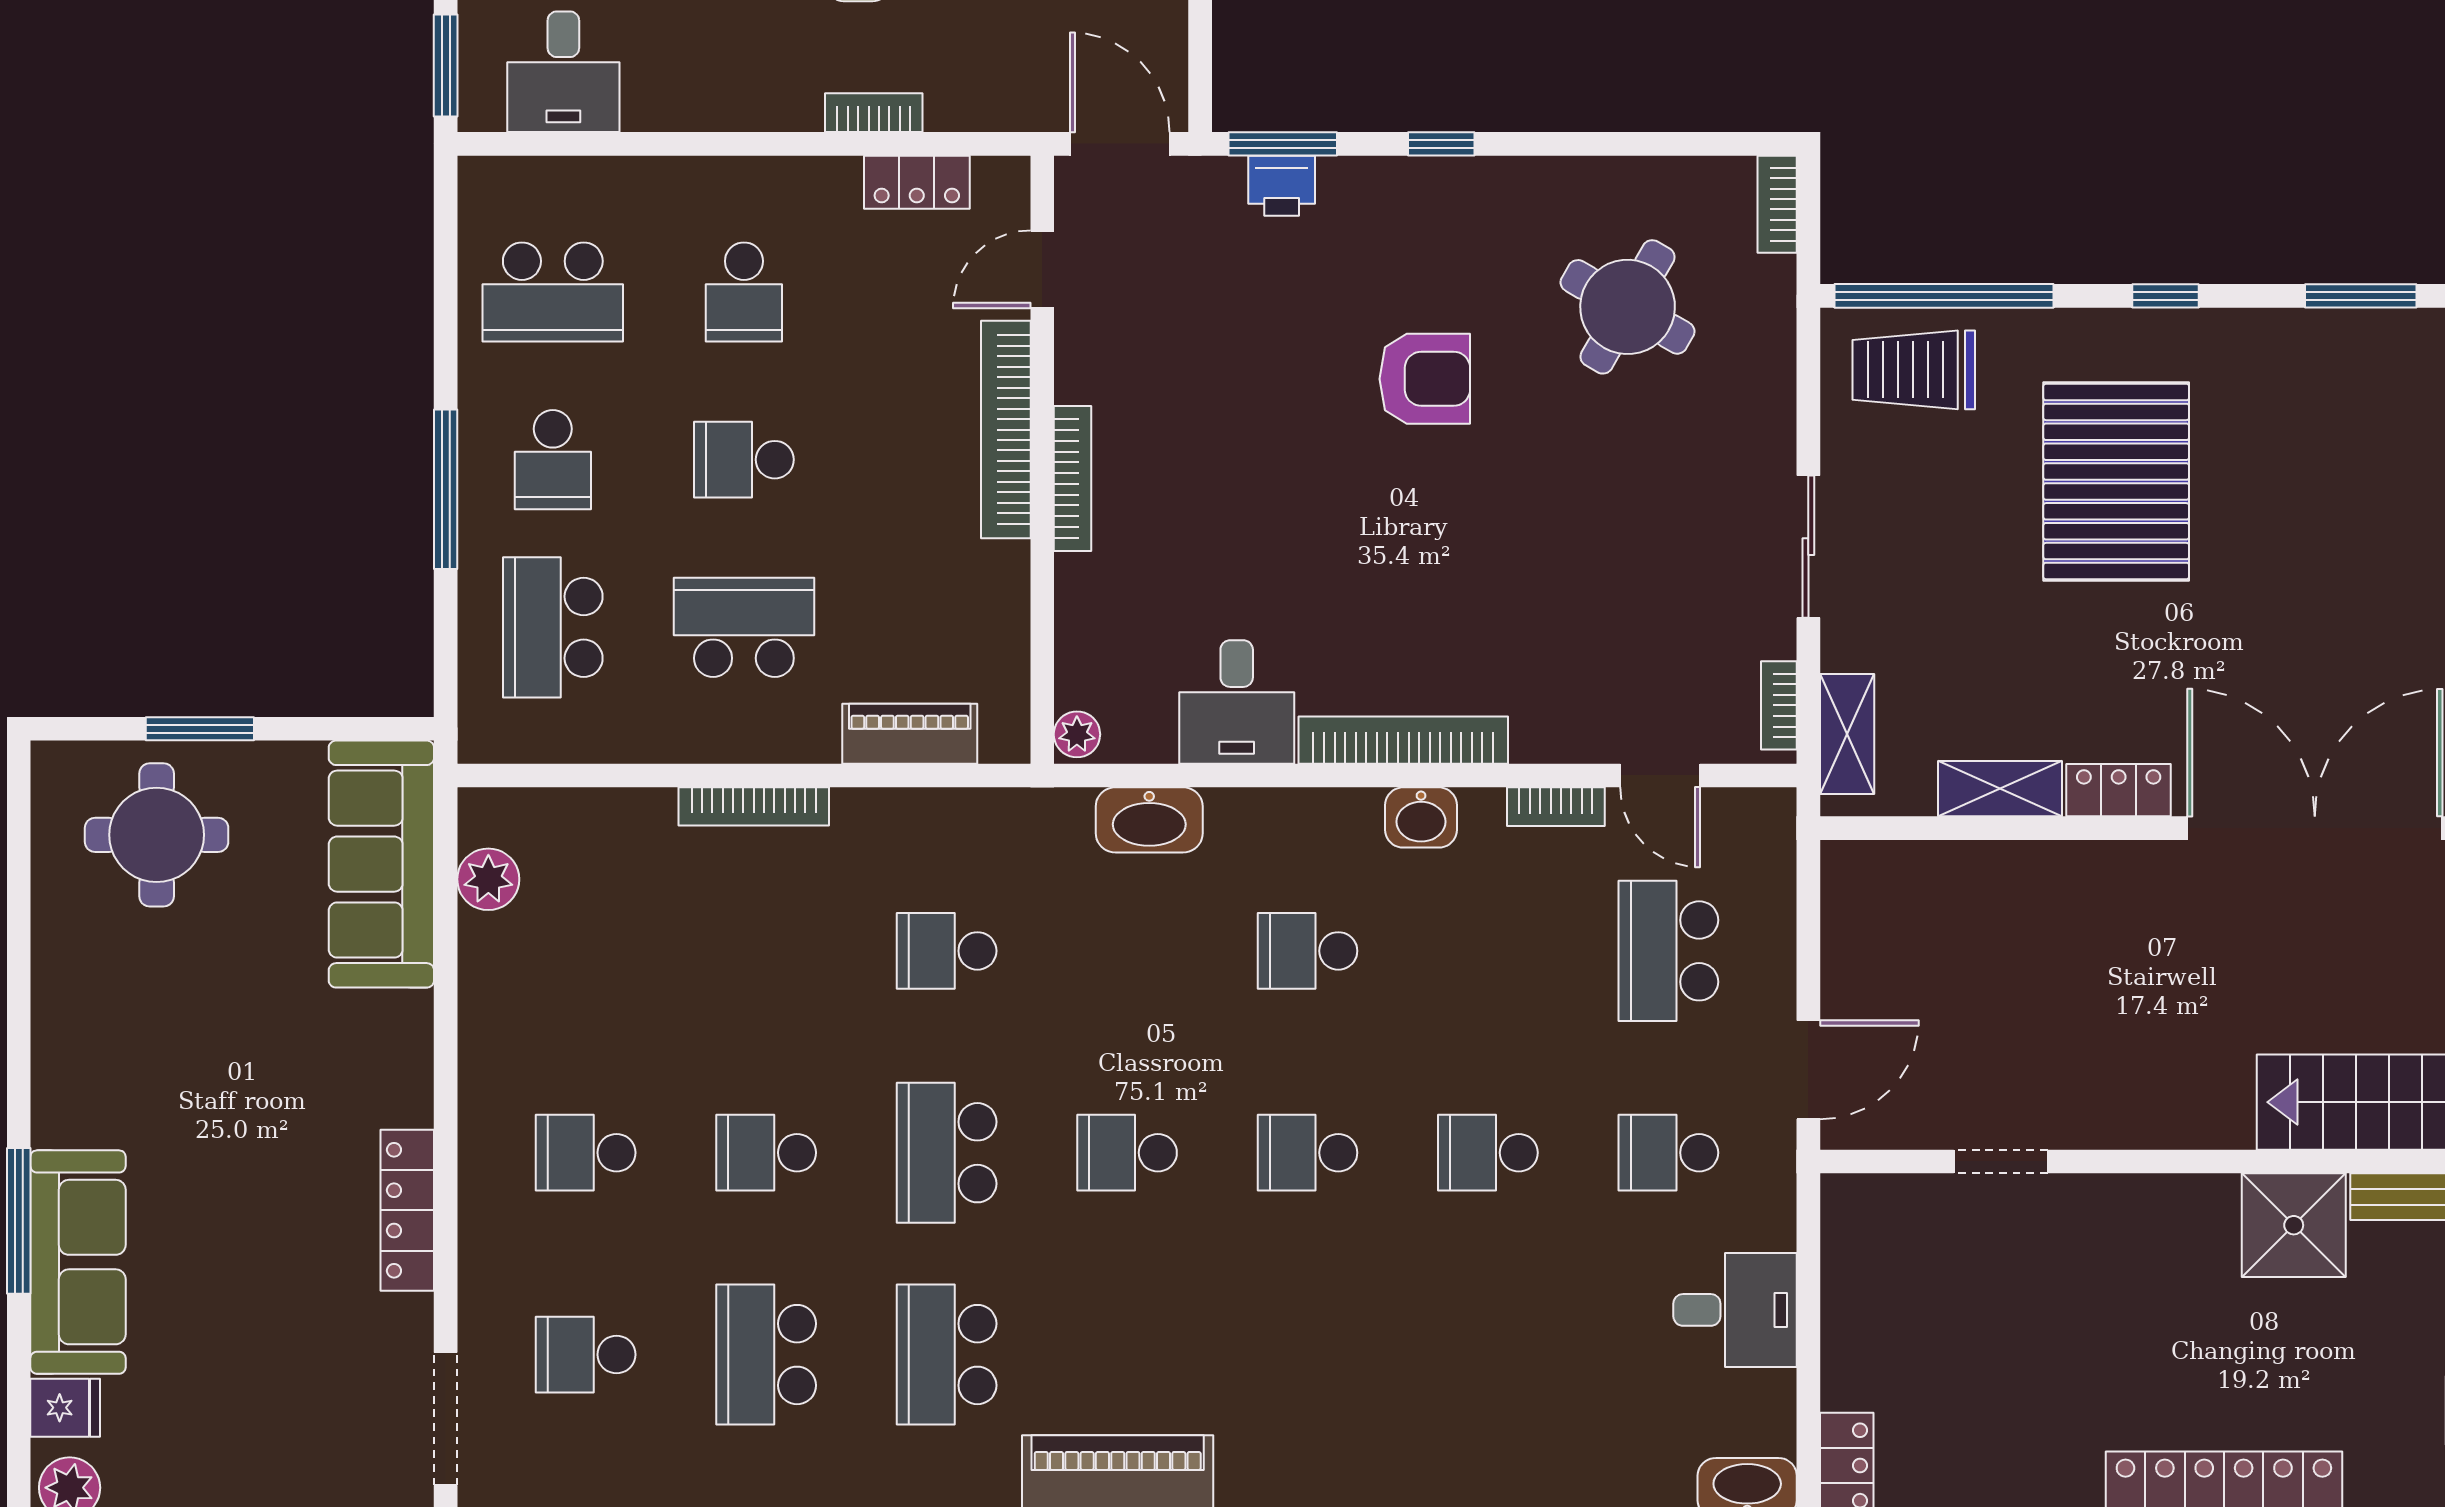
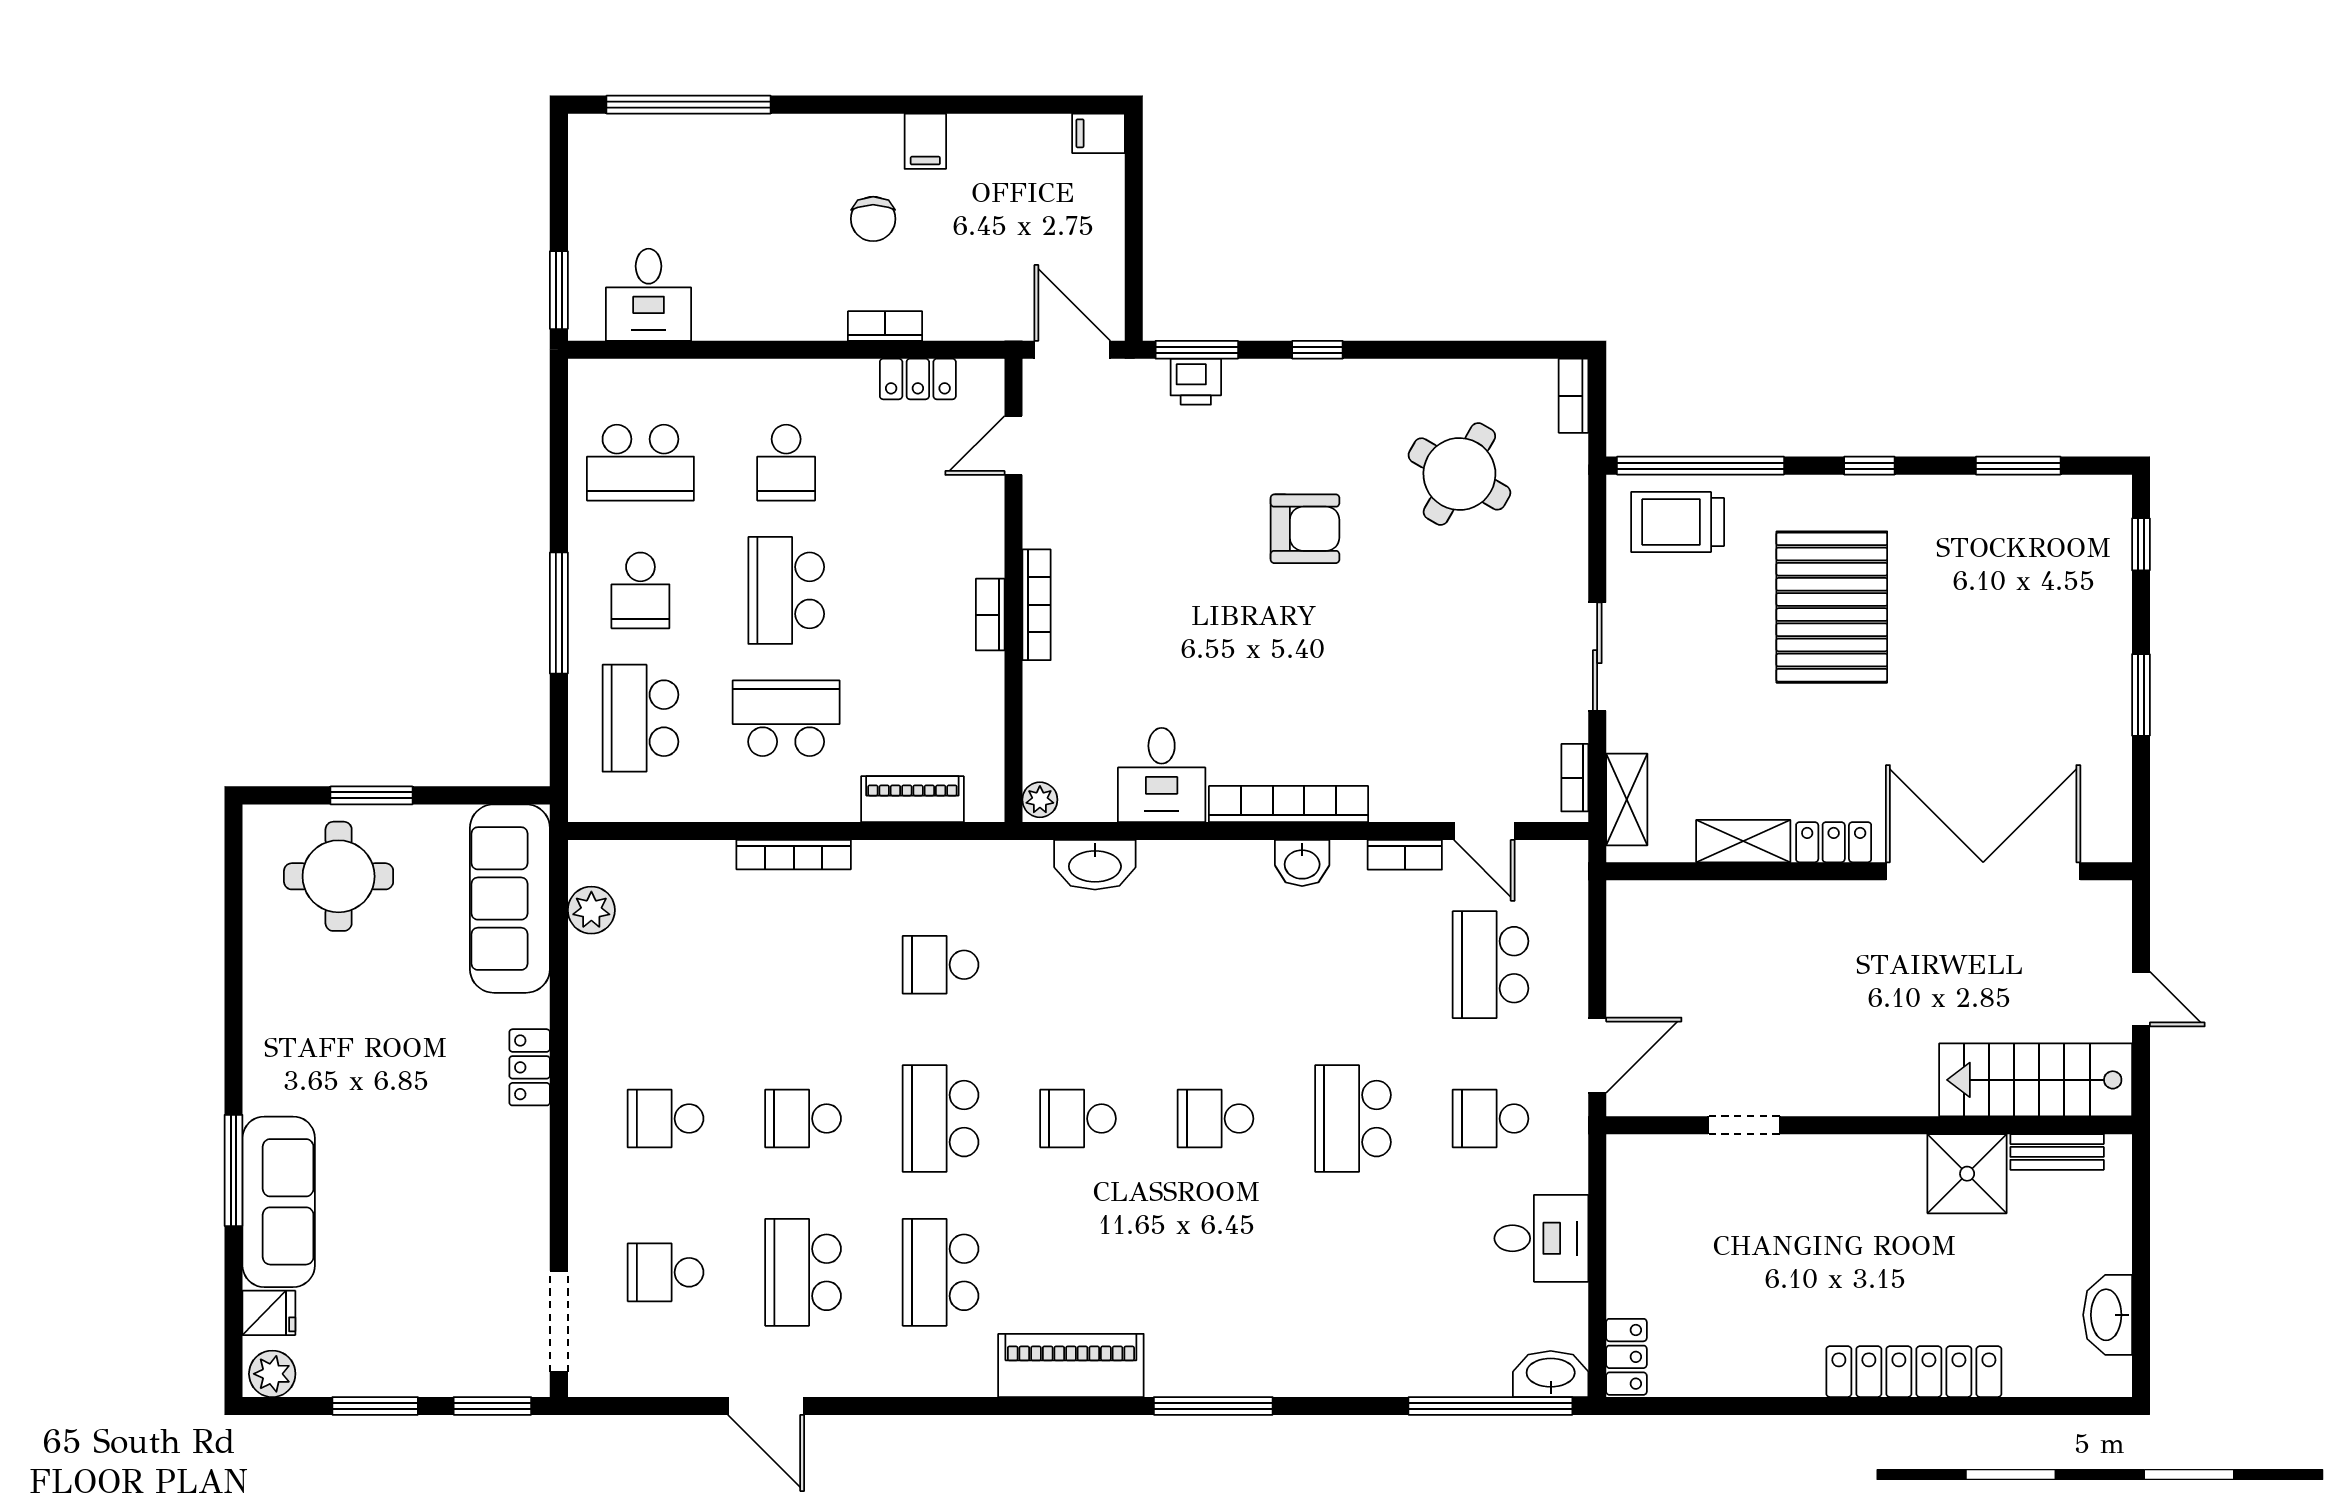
bookcase: (1006, 430) -> (990, 615), width x0.43, depth x0.76
school desk: (744, 460) -> (786, 590), width x1.85
school desk: (1307, 951) -> (1216, 965), removed
school desk: (1488, 1153) -> (1353, 1119), width x1.85
locker: (407, 1210) -> (530, 1067), moved, width x0.66

